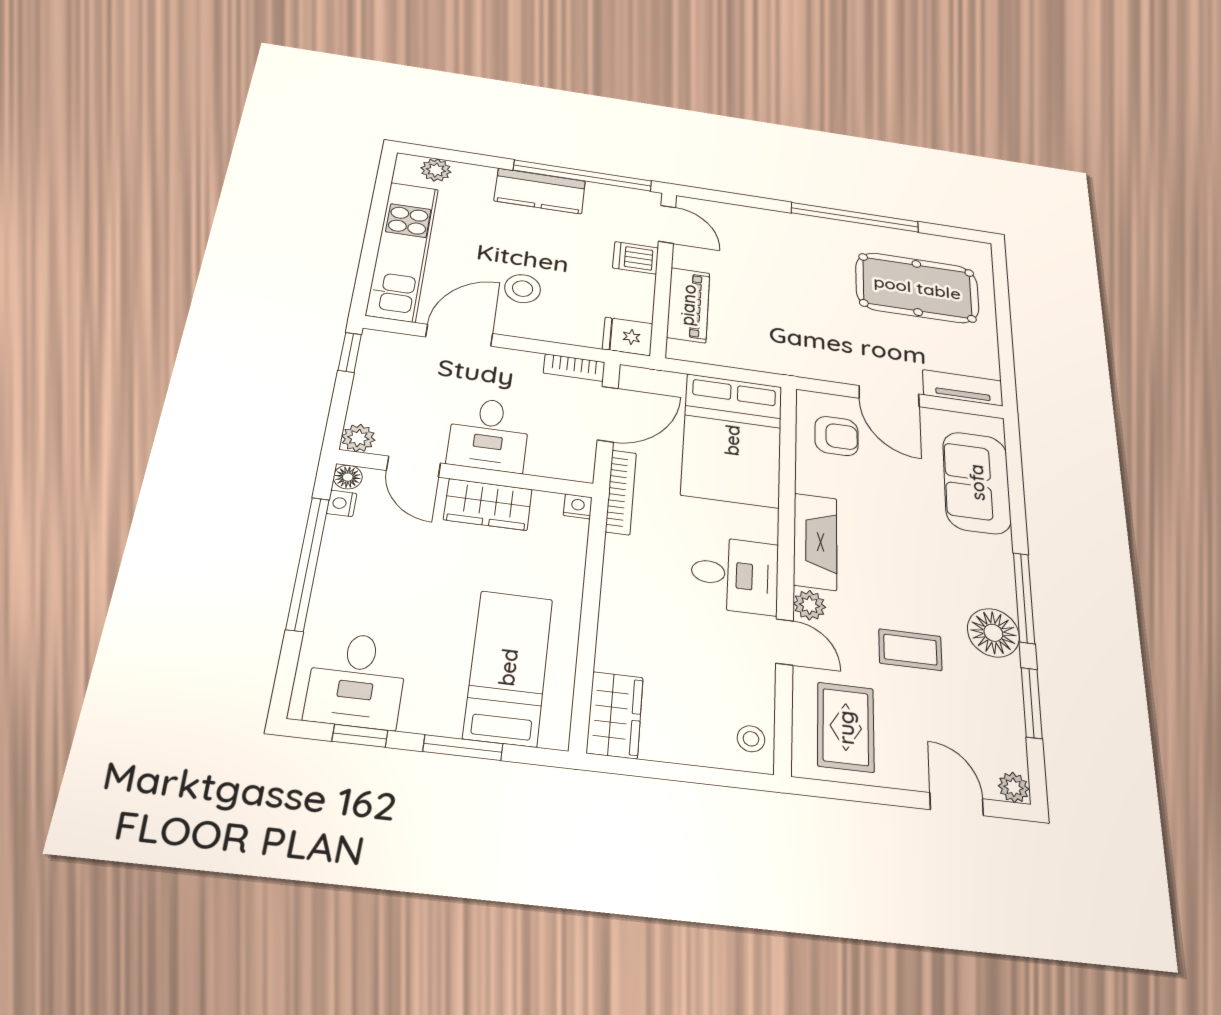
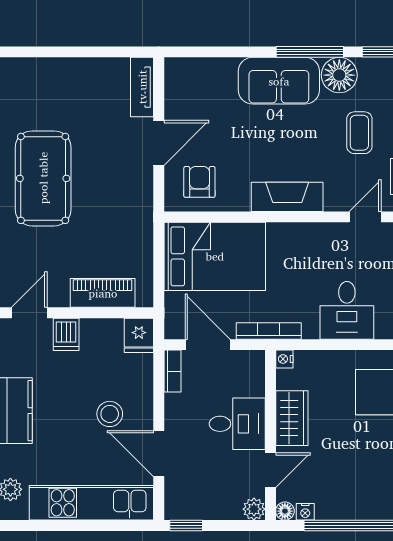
pool table: (917, 288) -> (43, 178), moved
sofa: (977, 482) -> (279, 81), moved
desk: (735, 575) -> (347, 310), moved, turned 180
plant: (810, 605) -> (336, 201), removed

